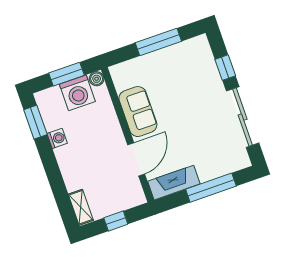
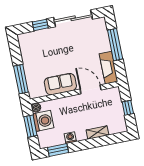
window: (158, 42) -> (21, 79), moved
shelving: (81, 207) -> (97, 133), moved

